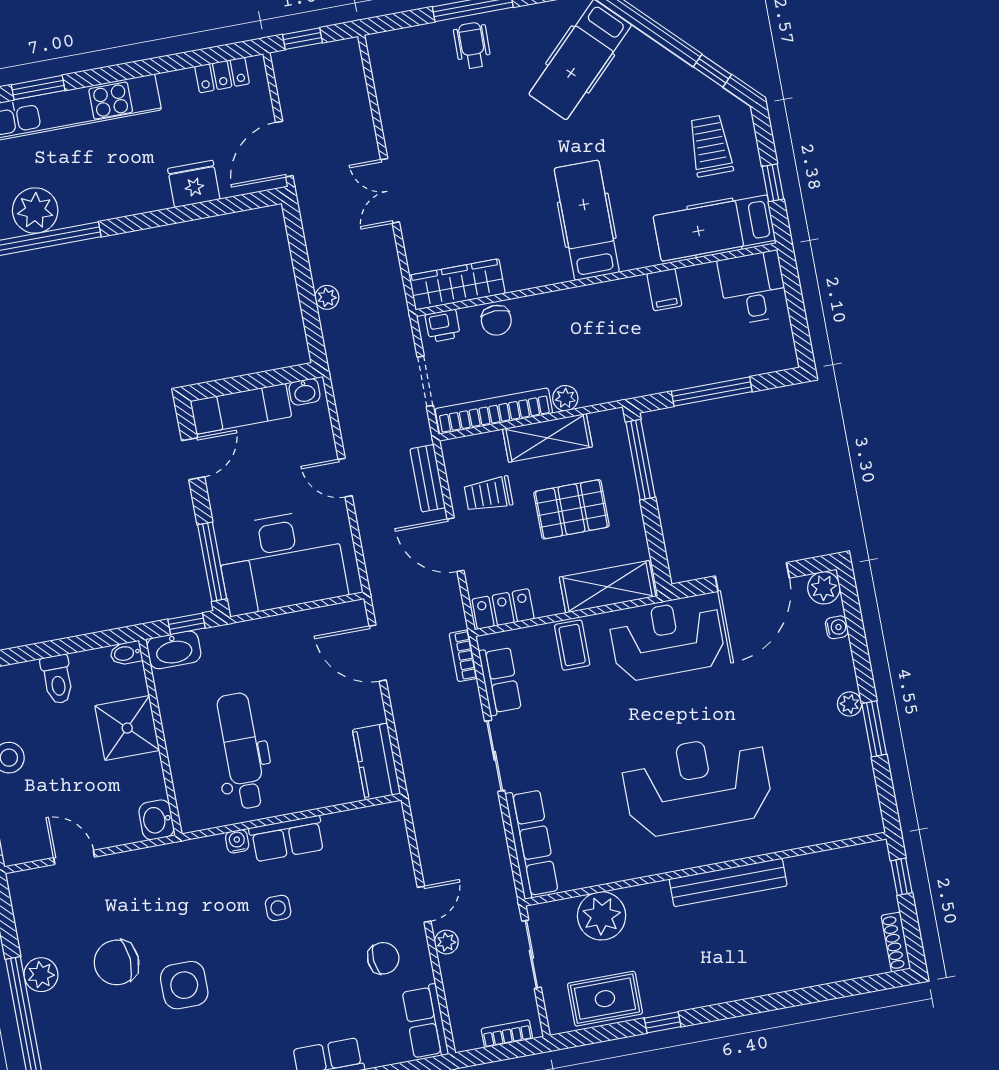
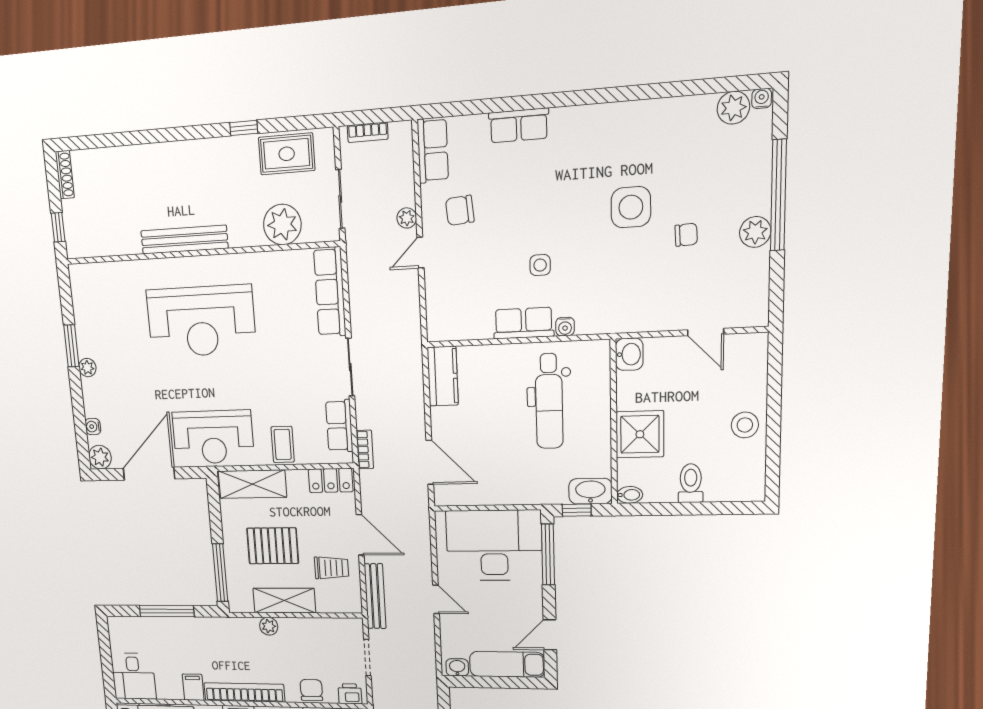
bookcase: (494, 411) -> (244, 692), moved, turned 180
bench: (428, 478) -> (375, 596), width x1.36
chair: (117, 962) -> (686, 235), width x0.54, depth x0.54

